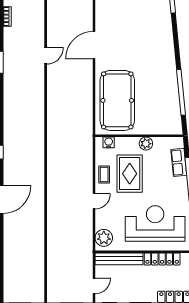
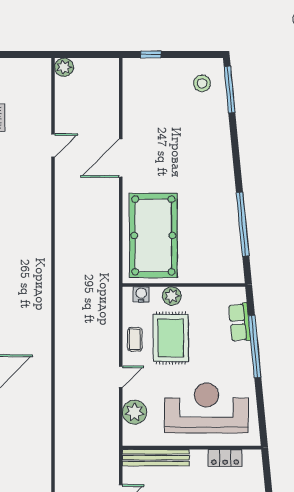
door: (46, 56) -> (53, 145), moved
plant: (146, 144) -> (172, 296), moved
plant: (104, 238) -> (135, 412), moved
locker: (162, 259) -> (225, 458), width x0.66

